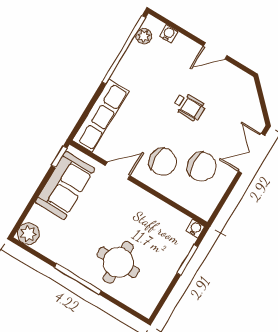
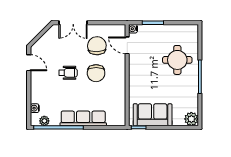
door: (215, 51) -> (29, 63), moved
wheelchair: (189, 106) -> (68, 73), turned 90
row of seats: (101, 116) -> (83, 118), moved
chair: (163, 162) -> (96, 73), moved, turned 180
door: (118, 171) -> (127, 45), moved

